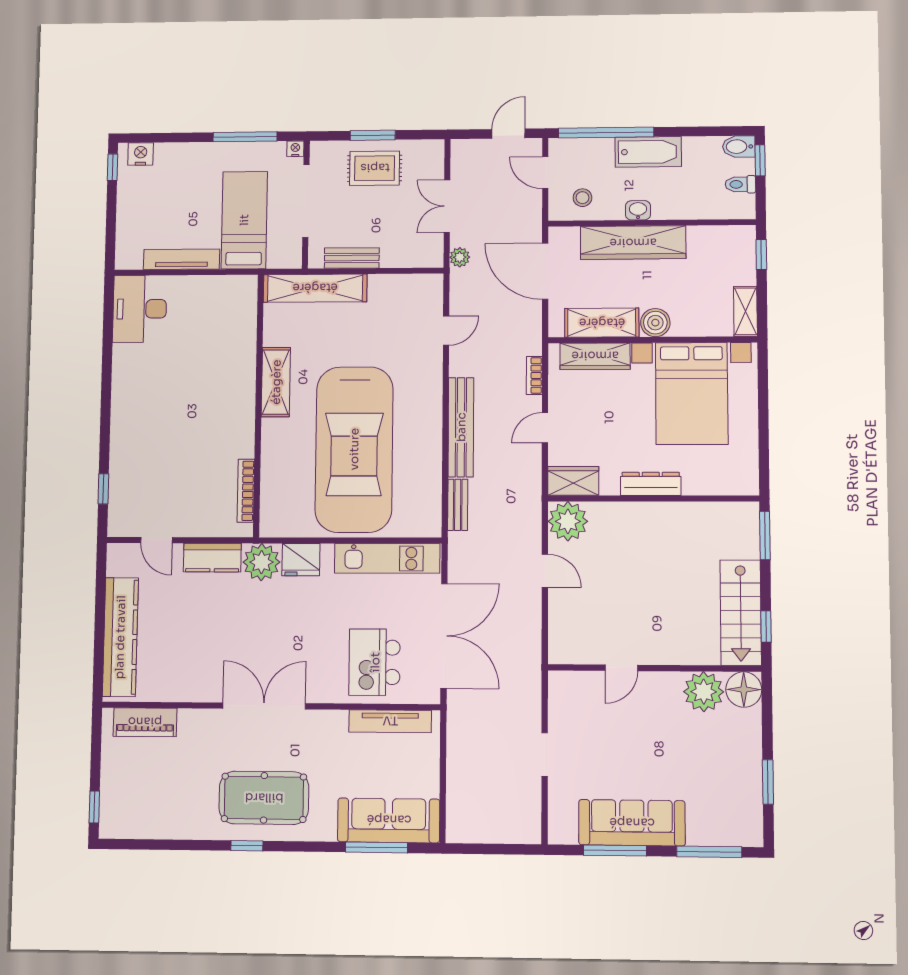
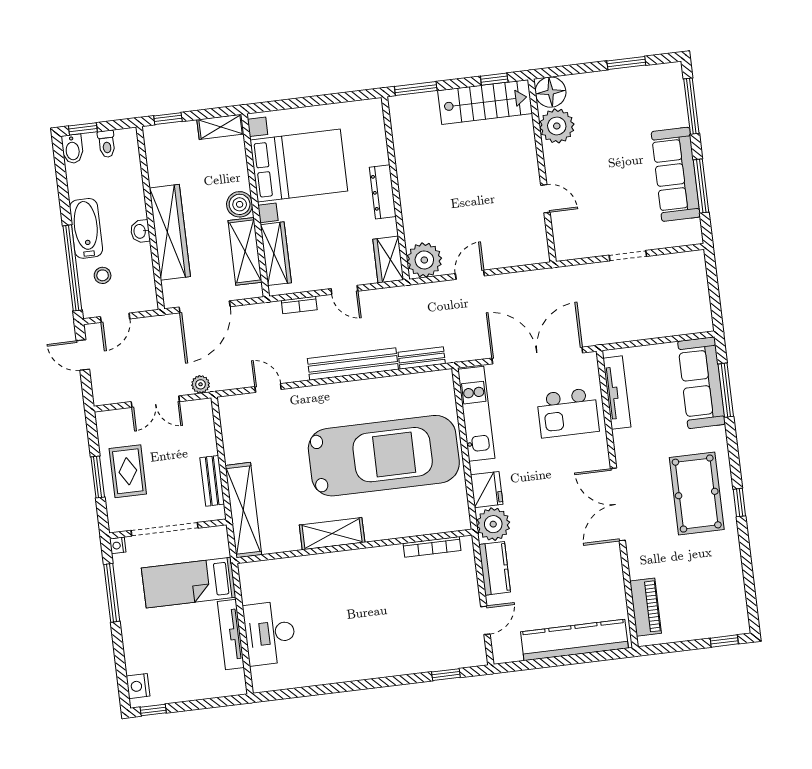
stool: (582, 198) -> (103, 275), moved
desk: (140, 309) -> (270, 633), moved, turned 90

